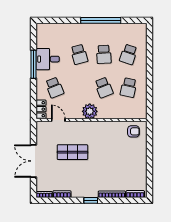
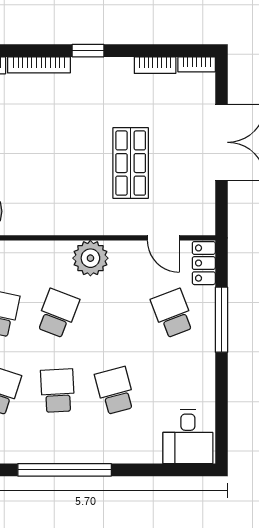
desk: (48, 59) -> (188, 437), moved, turned 90
window: (33, 64) -> (221, 320), moved
school desk: (104, 88) -> (58, 313), turned 42
shop shelf: (72, 152) -> (131, 163), turned 90

